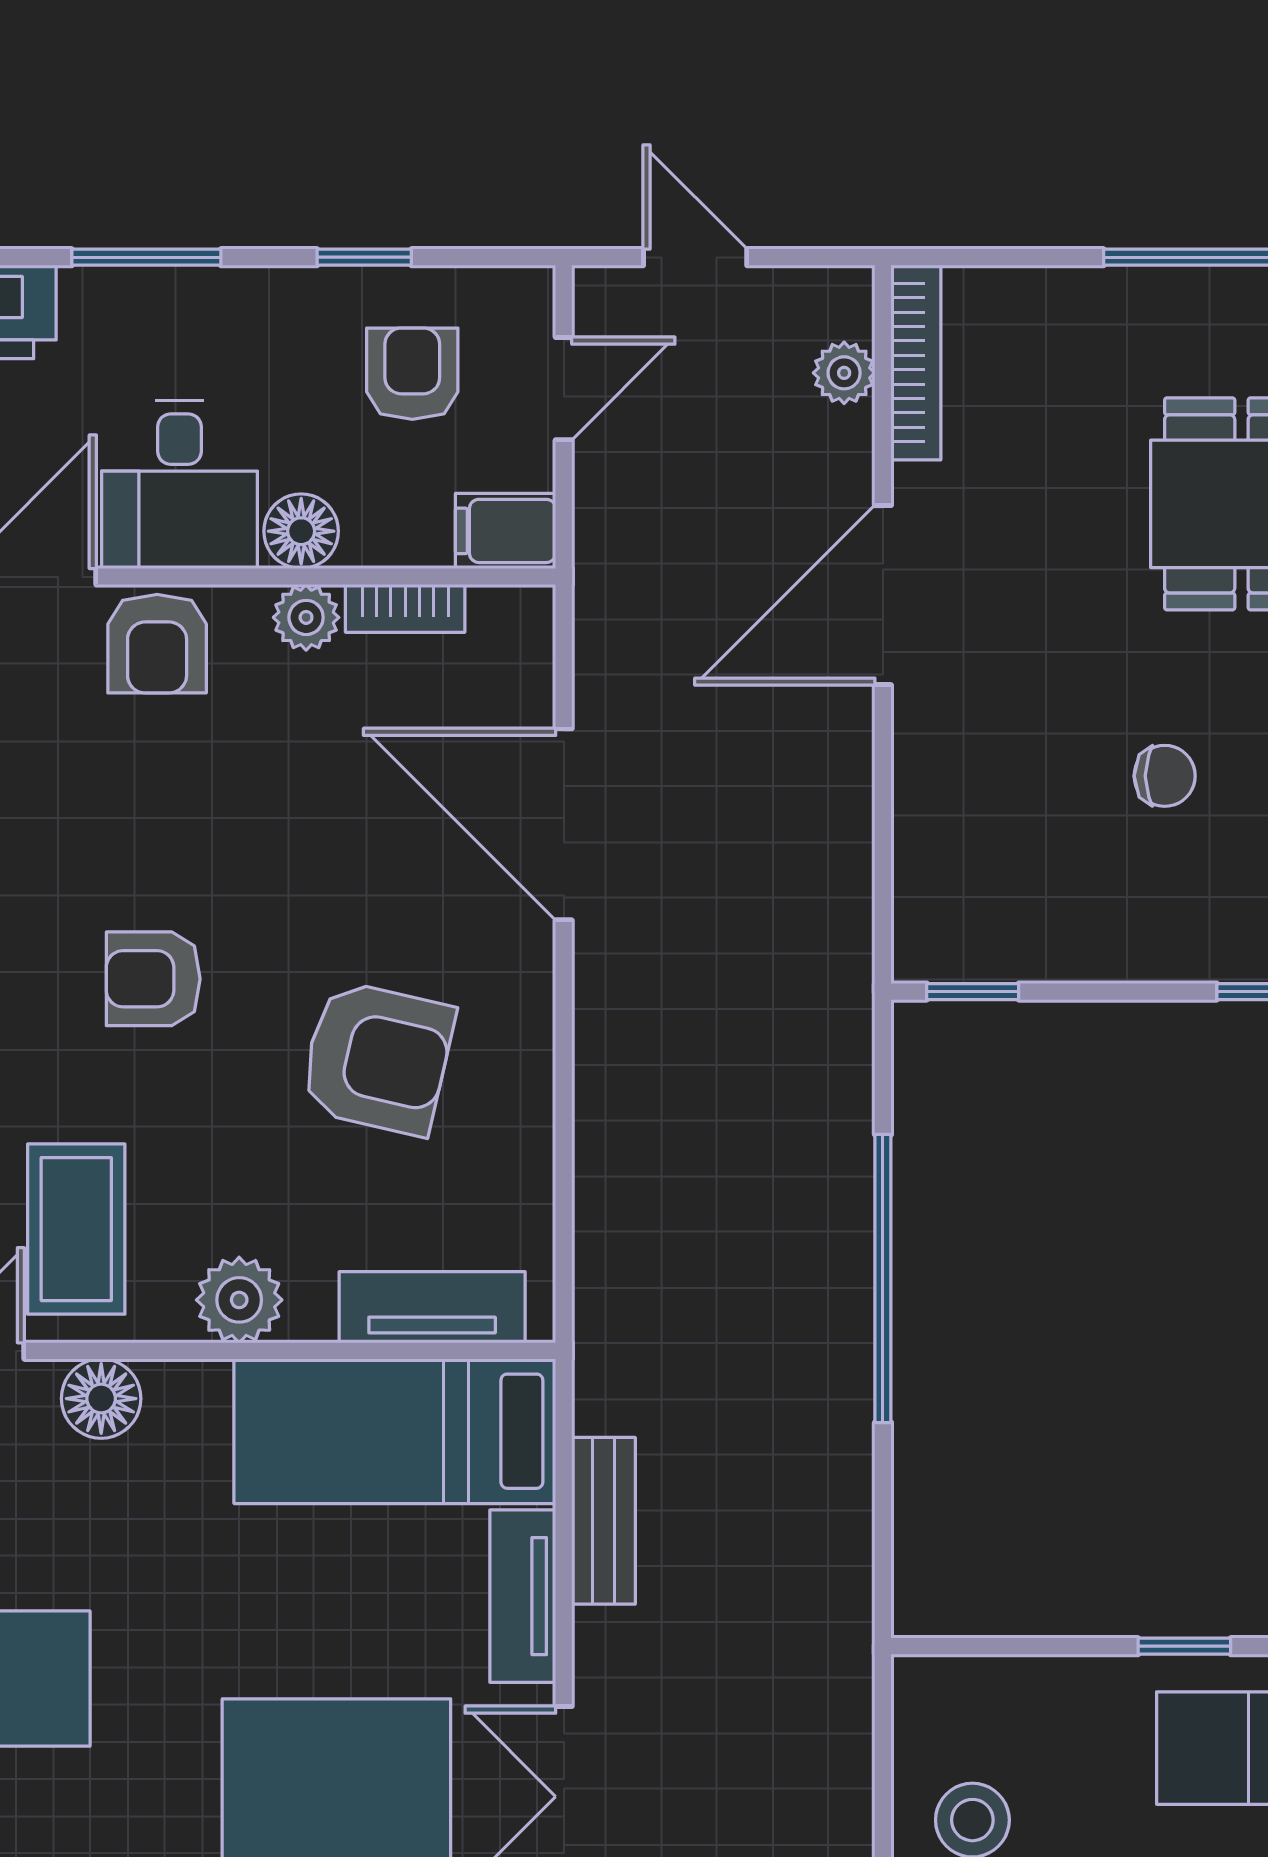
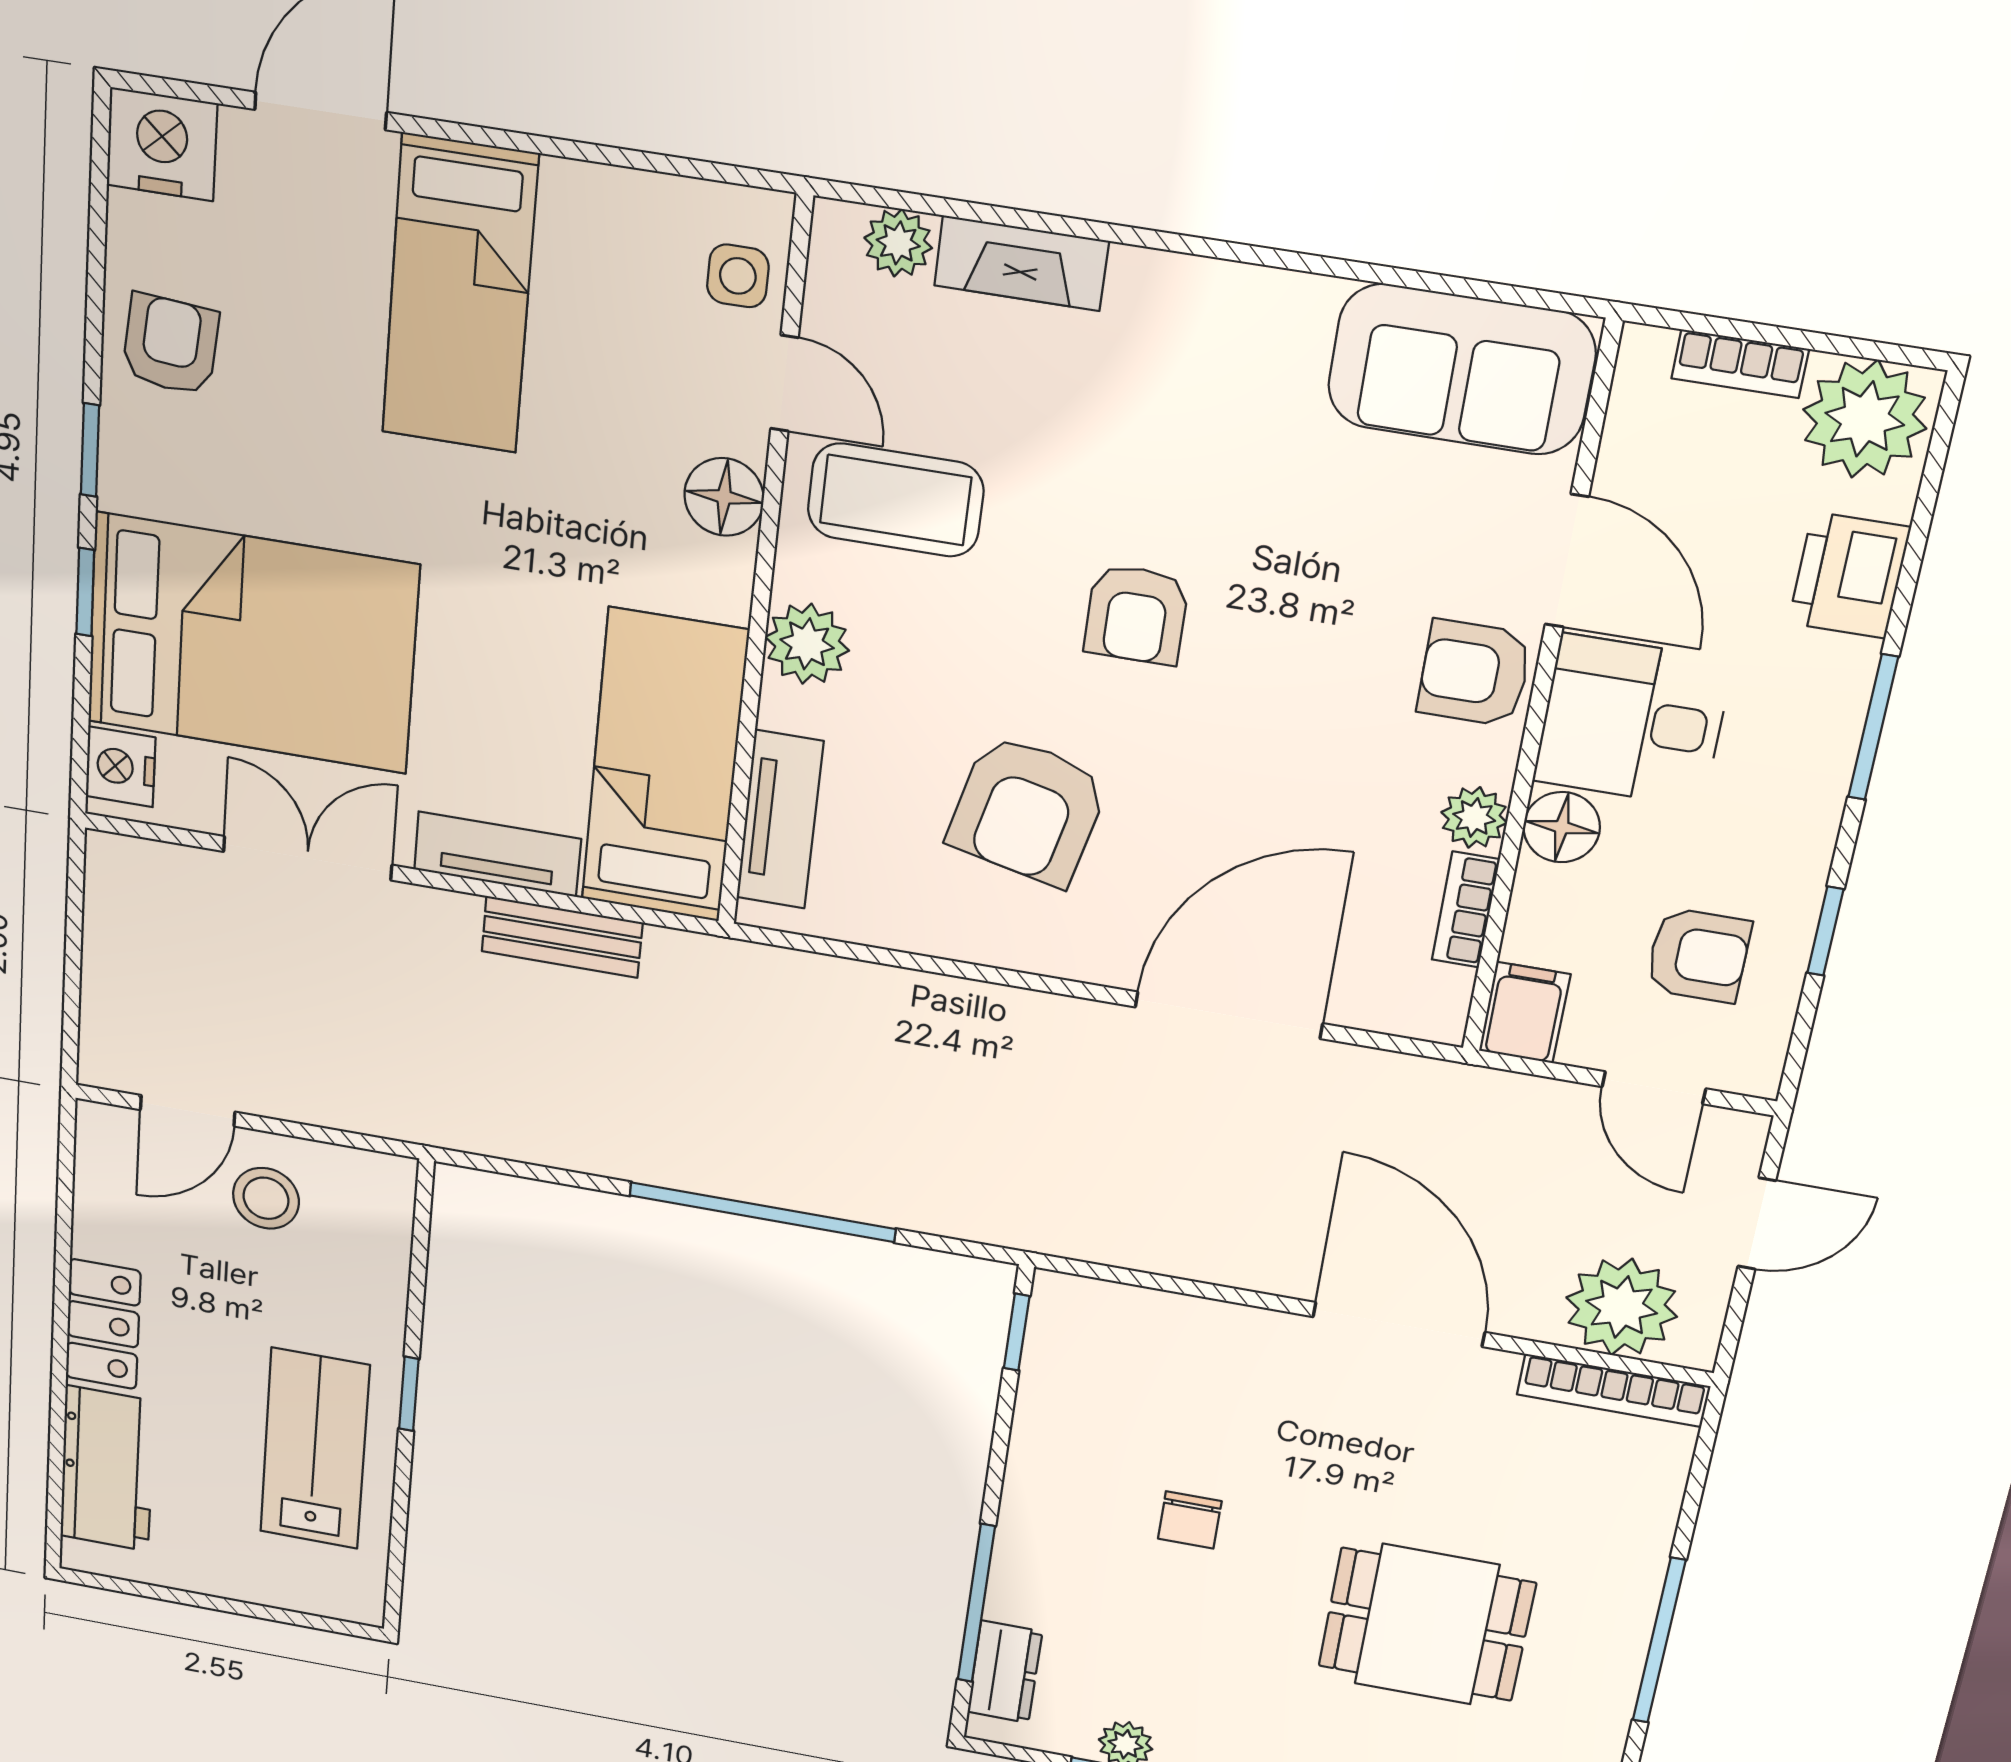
plant: (844, 373) -> (1622, 1307), width x1.88, depth x1.88
armchair: (153, 979) -> (1136, 614), turned 180

